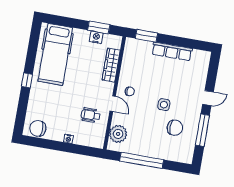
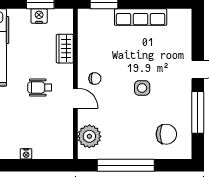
wardrobe: (111, 65) -> (65, 49), width x0.67
wheelchair: (91, 115) -> (40, 87), moved
chair: (175, 128) -> (166, 134), moved

